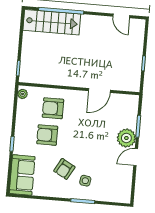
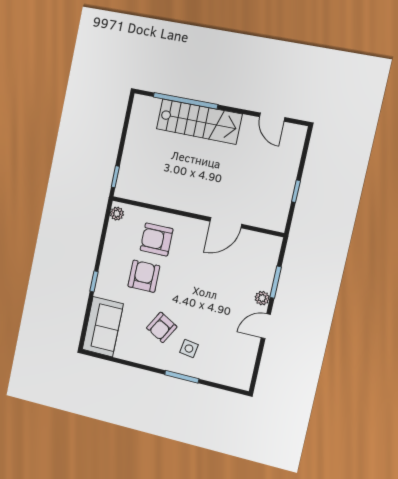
stairs: (52, 22) -> (199, 121), moved
armchair: (47, 135) -> (144, 276), turned 90
plant: (126, 138) -> (262, 298), width x0.53, depth x0.53

